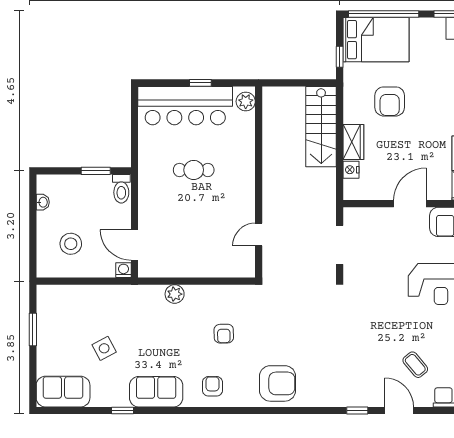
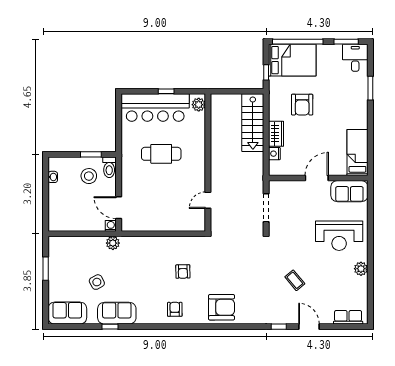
cafe table: (194, 170) -> (161, 154), width x1.37, depth x1.35
stool: (71, 244) -> (89, 176), moved
plant: (175, 294) -> (113, 243), moved
coffee table: (415, 365) -> (295, 280), moved
sofa: (156, 392) -> (117, 313), moved

